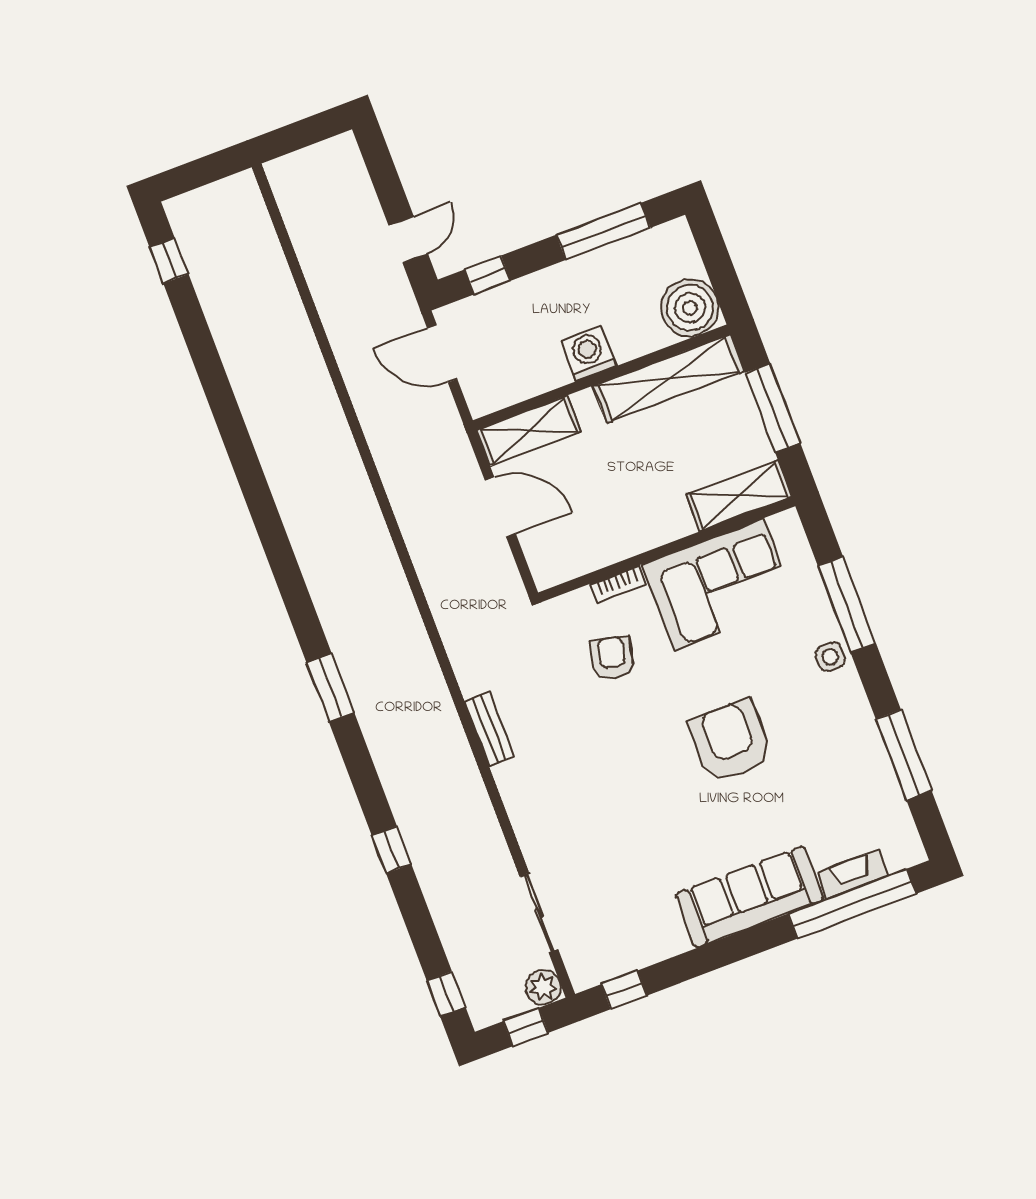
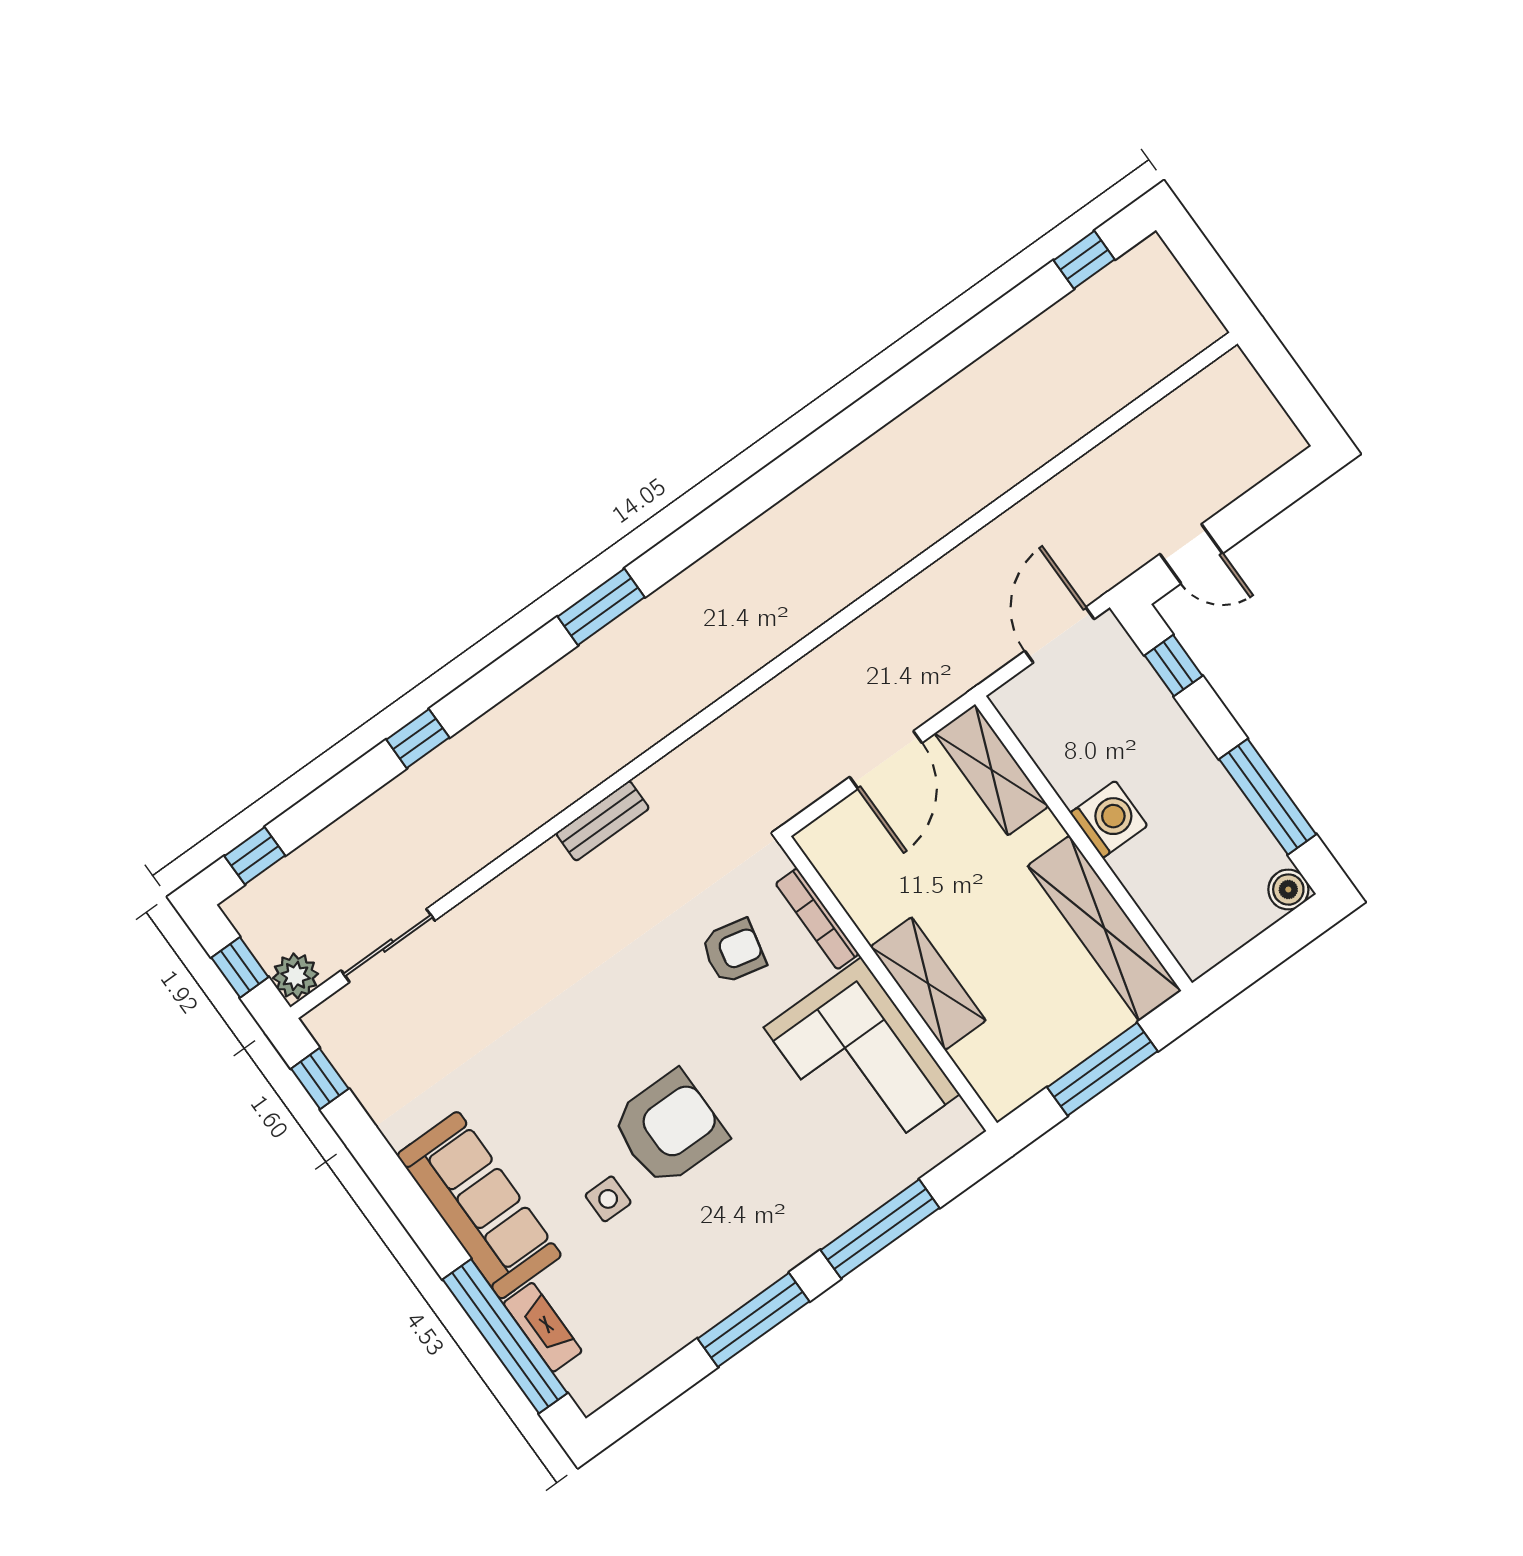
boiler: (690, 308) -> (1288, 890), moved, width x0.54, depth x0.54
shelving: (739, 496) -> (928, 984), moved
bookcase: (618, 584) -> (817, 919), width x1.56
side table: (830, 657) -> (608, 1199), moved
window: (904, 755) -> (753, 1320), moved

